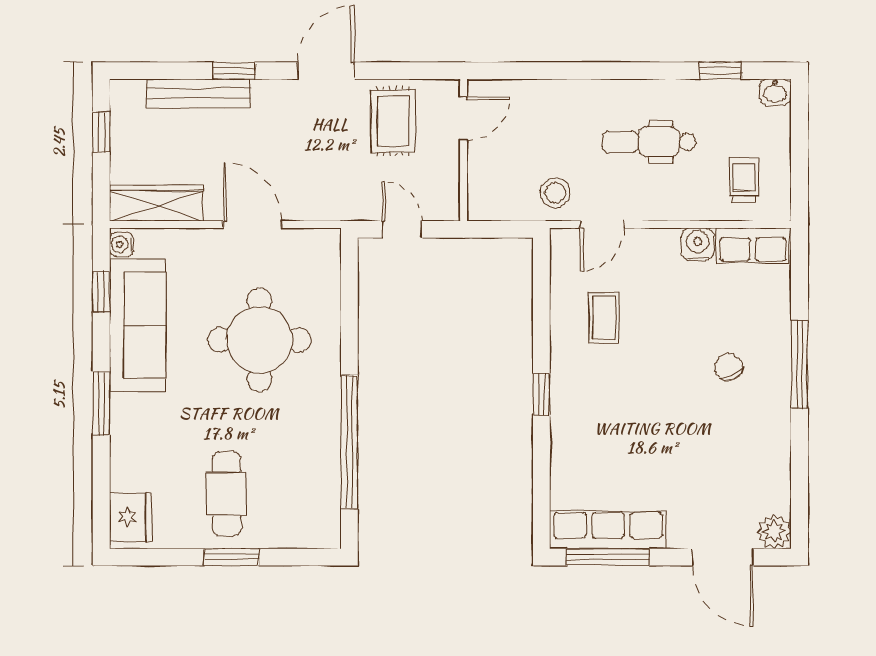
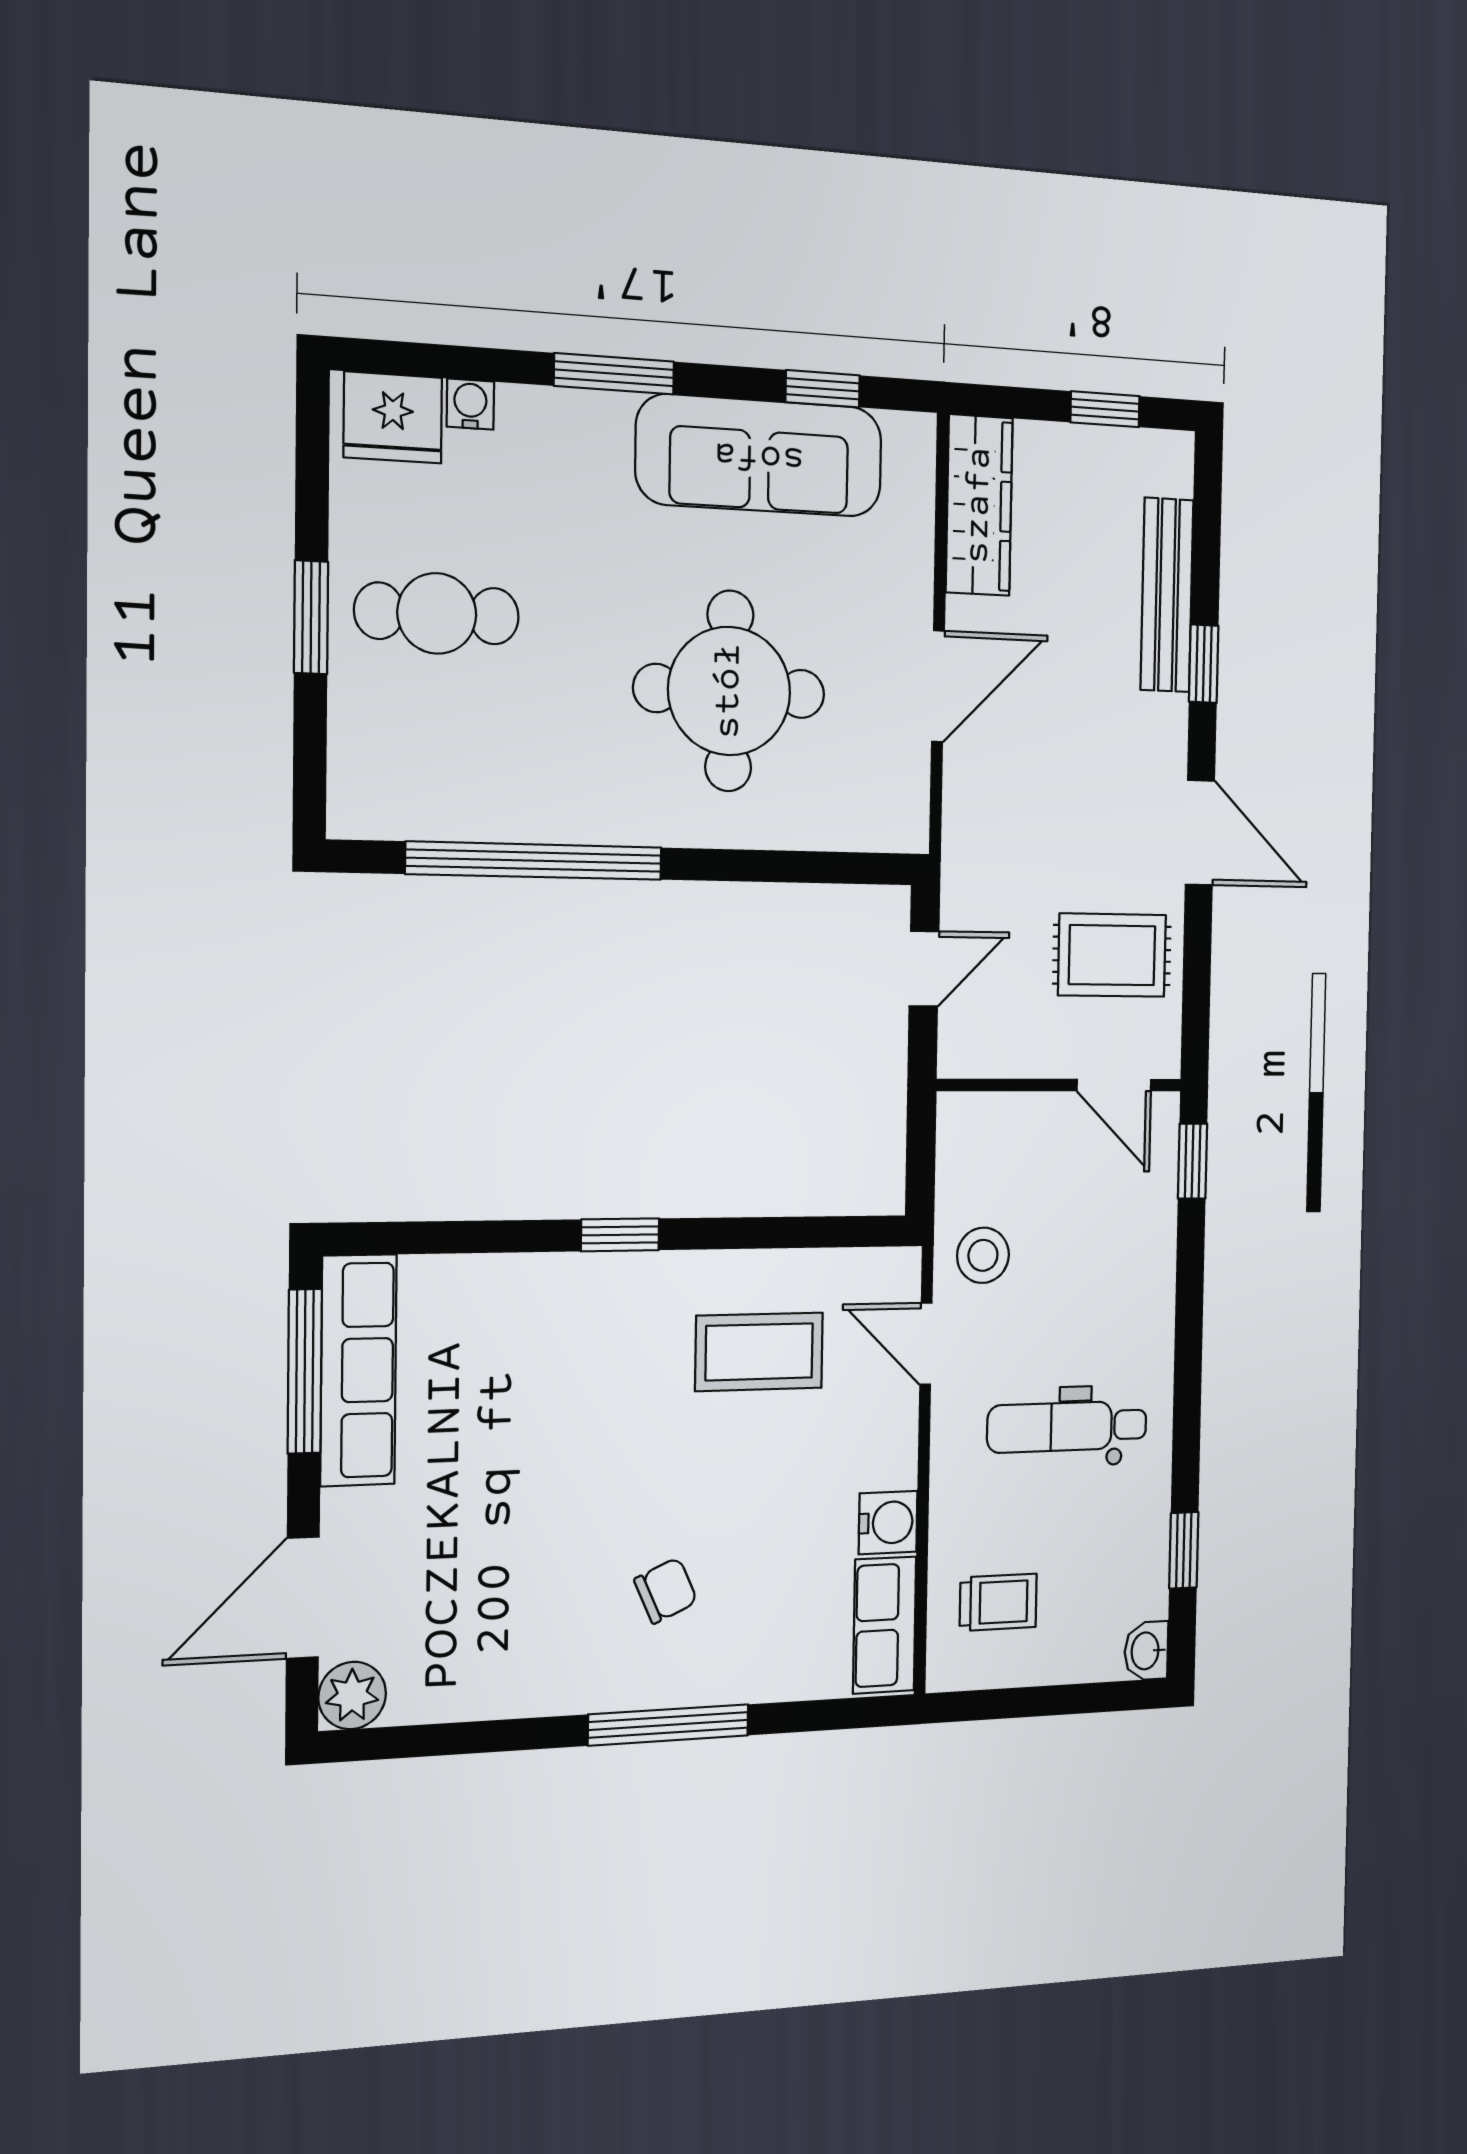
window: (505, 71) -> (1193, 1161), added
dental chair: (649, 142) -> (1067, 1427), turned -90
water cooler: (121, 244) -> (470, 404), moved
coffee table: (604, 318) -> (759, 1352), width x1.36, depth x1.30

